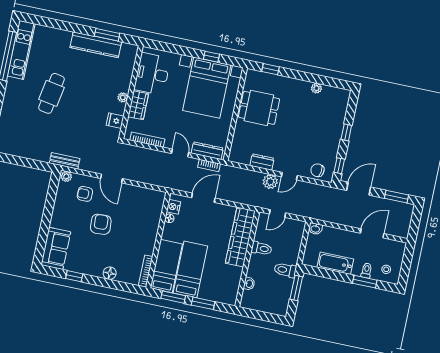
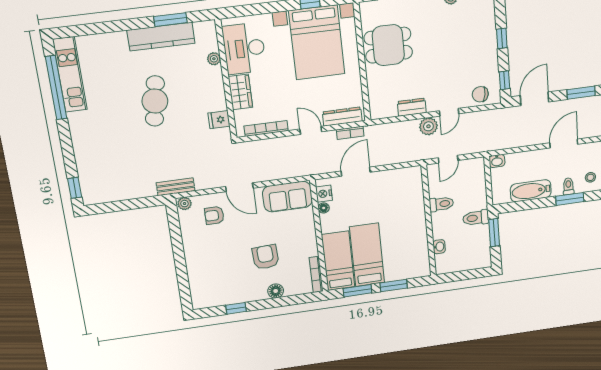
cafe table: (52, 93) -> (155, 101), moved
plant: (123, 97) -> (214, 59), moved
armchair: (101, 224) -> (266, 257), moved
wardrobe: (240, 237) -> (413, 200), removed
sofa: (56, 248) -> (287, 197), moved, turned 90

